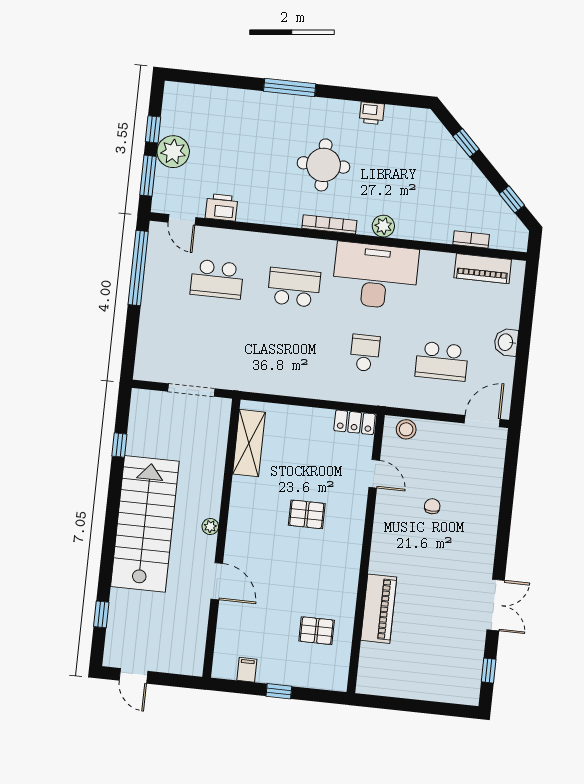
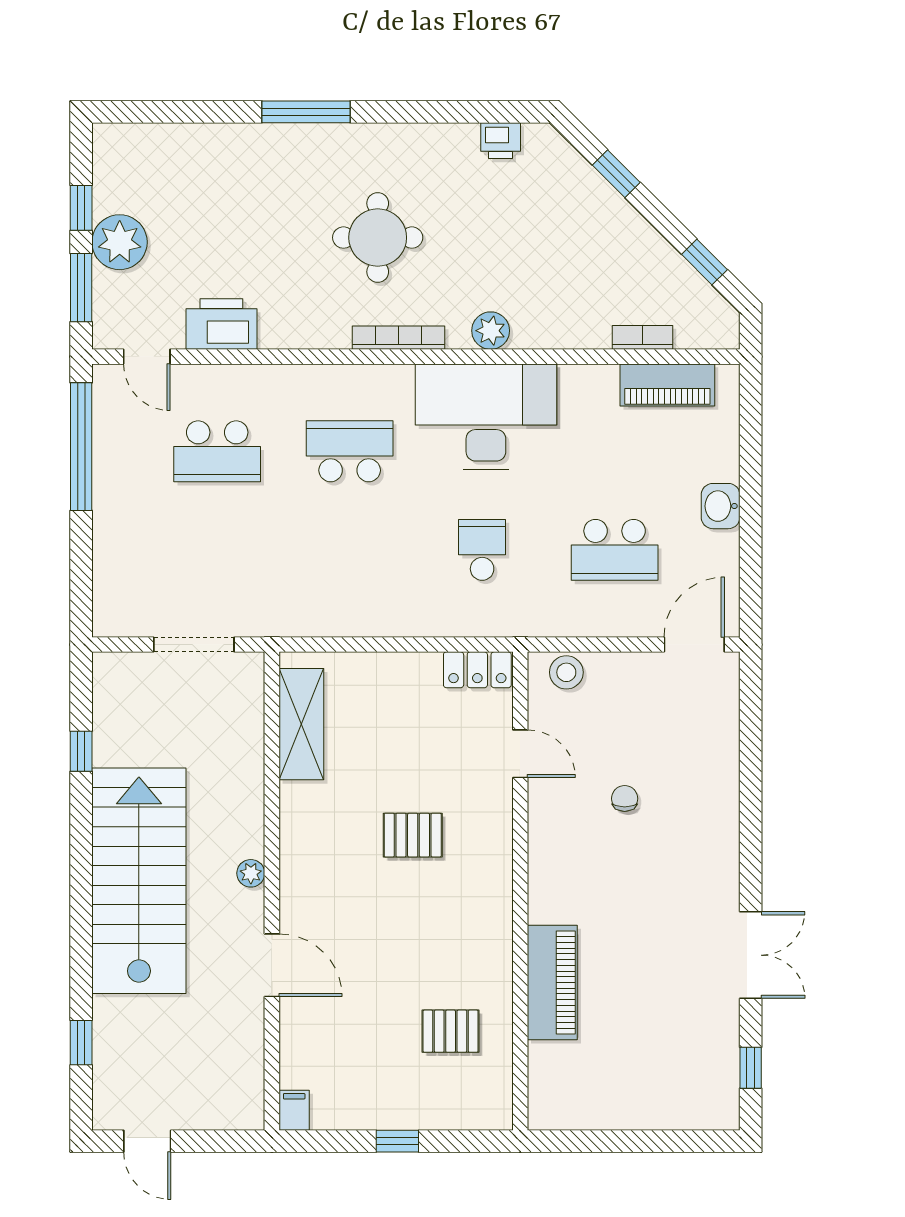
printer: (372, 113) -> (501, 141), moved
printer: (222, 207) -> (221, 324), width x1.37, depth x1.19
filing cabinet: (247, 670) -> (294, 1110), moved

